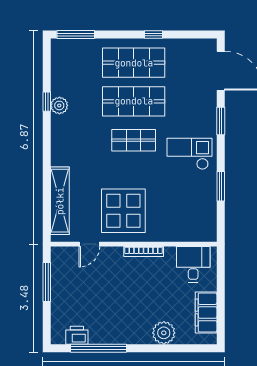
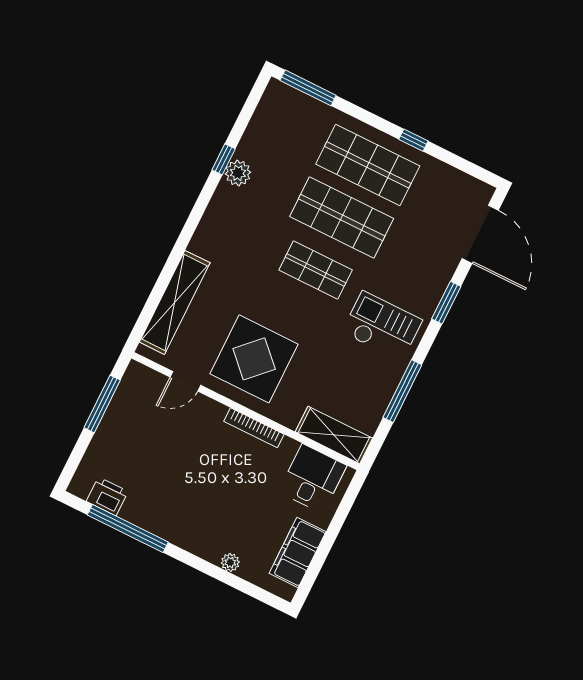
window: (221, 186) -> (402, 391), width x1.44
shelving: (193, 232) -> (334, 435), added
plant: (164, 333) -> (230, 562), width x0.53, depth x0.53

